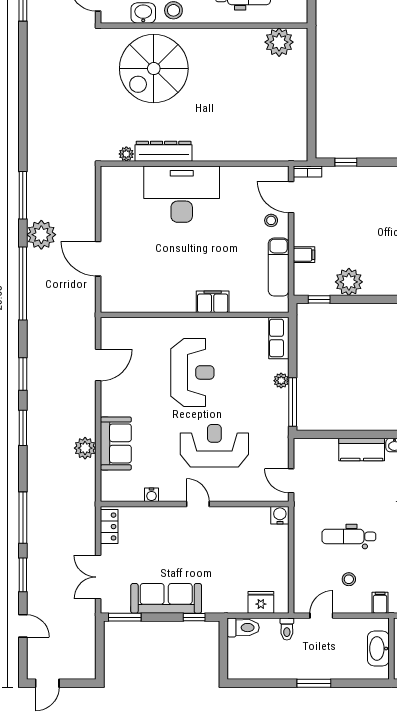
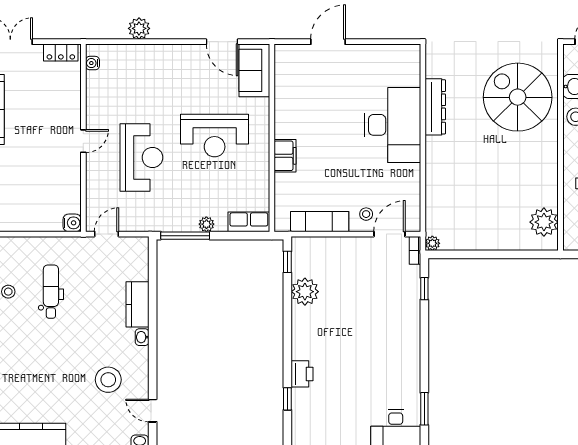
plant: (126, 154) -> (432, 243), moved
filing cabinet: (304, 255) -> (332, 247), removed
sofa: (116, 443) -> (254, 70), moved, turned 90
water cooler: (152, 495) -> (92, 63), moved

